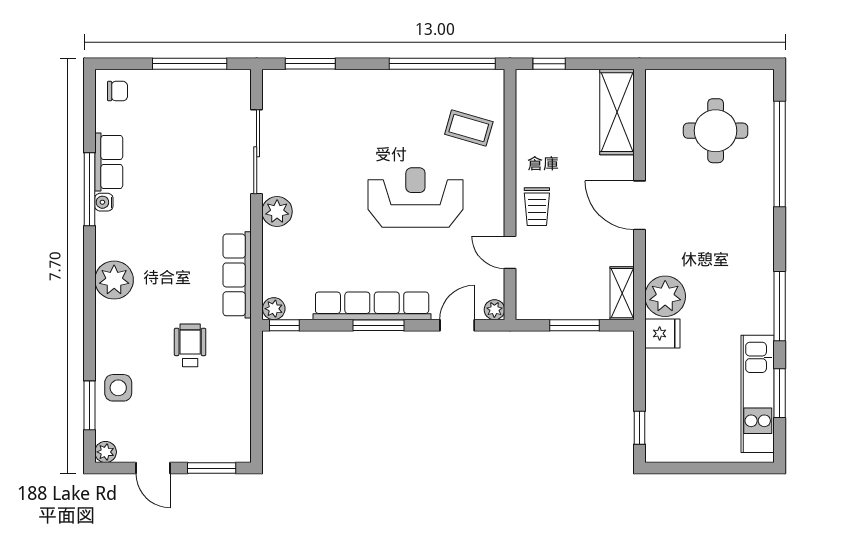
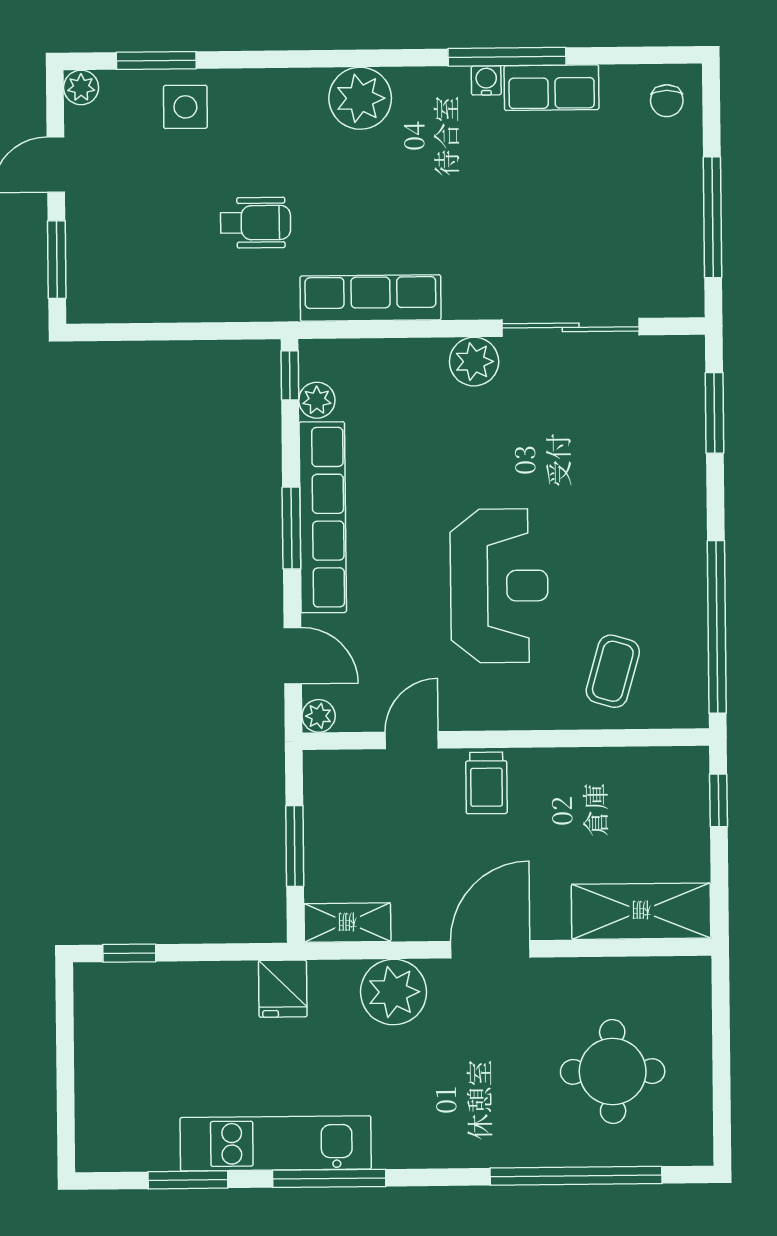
trolley: (537, 207) -> (486, 783), turned -90
plant: (665, 296) -> (394, 992), moved
plant: (274, 309) -> (317, 400), moved
kitchen unit: (758, 394) -> (276, 1143), moved

